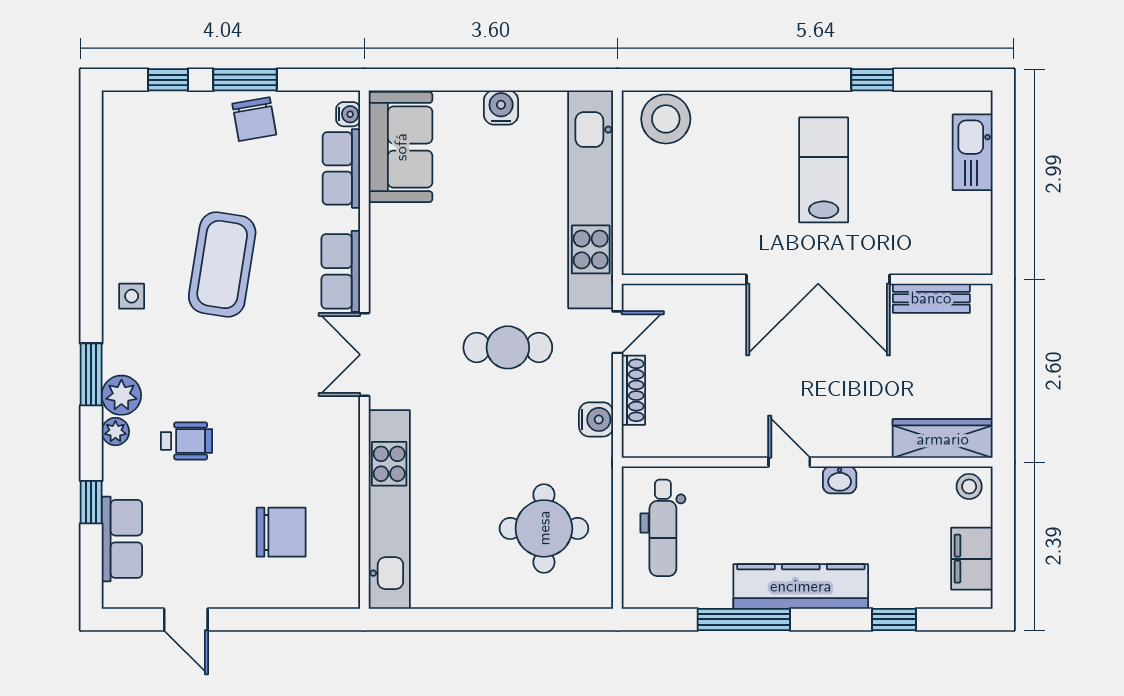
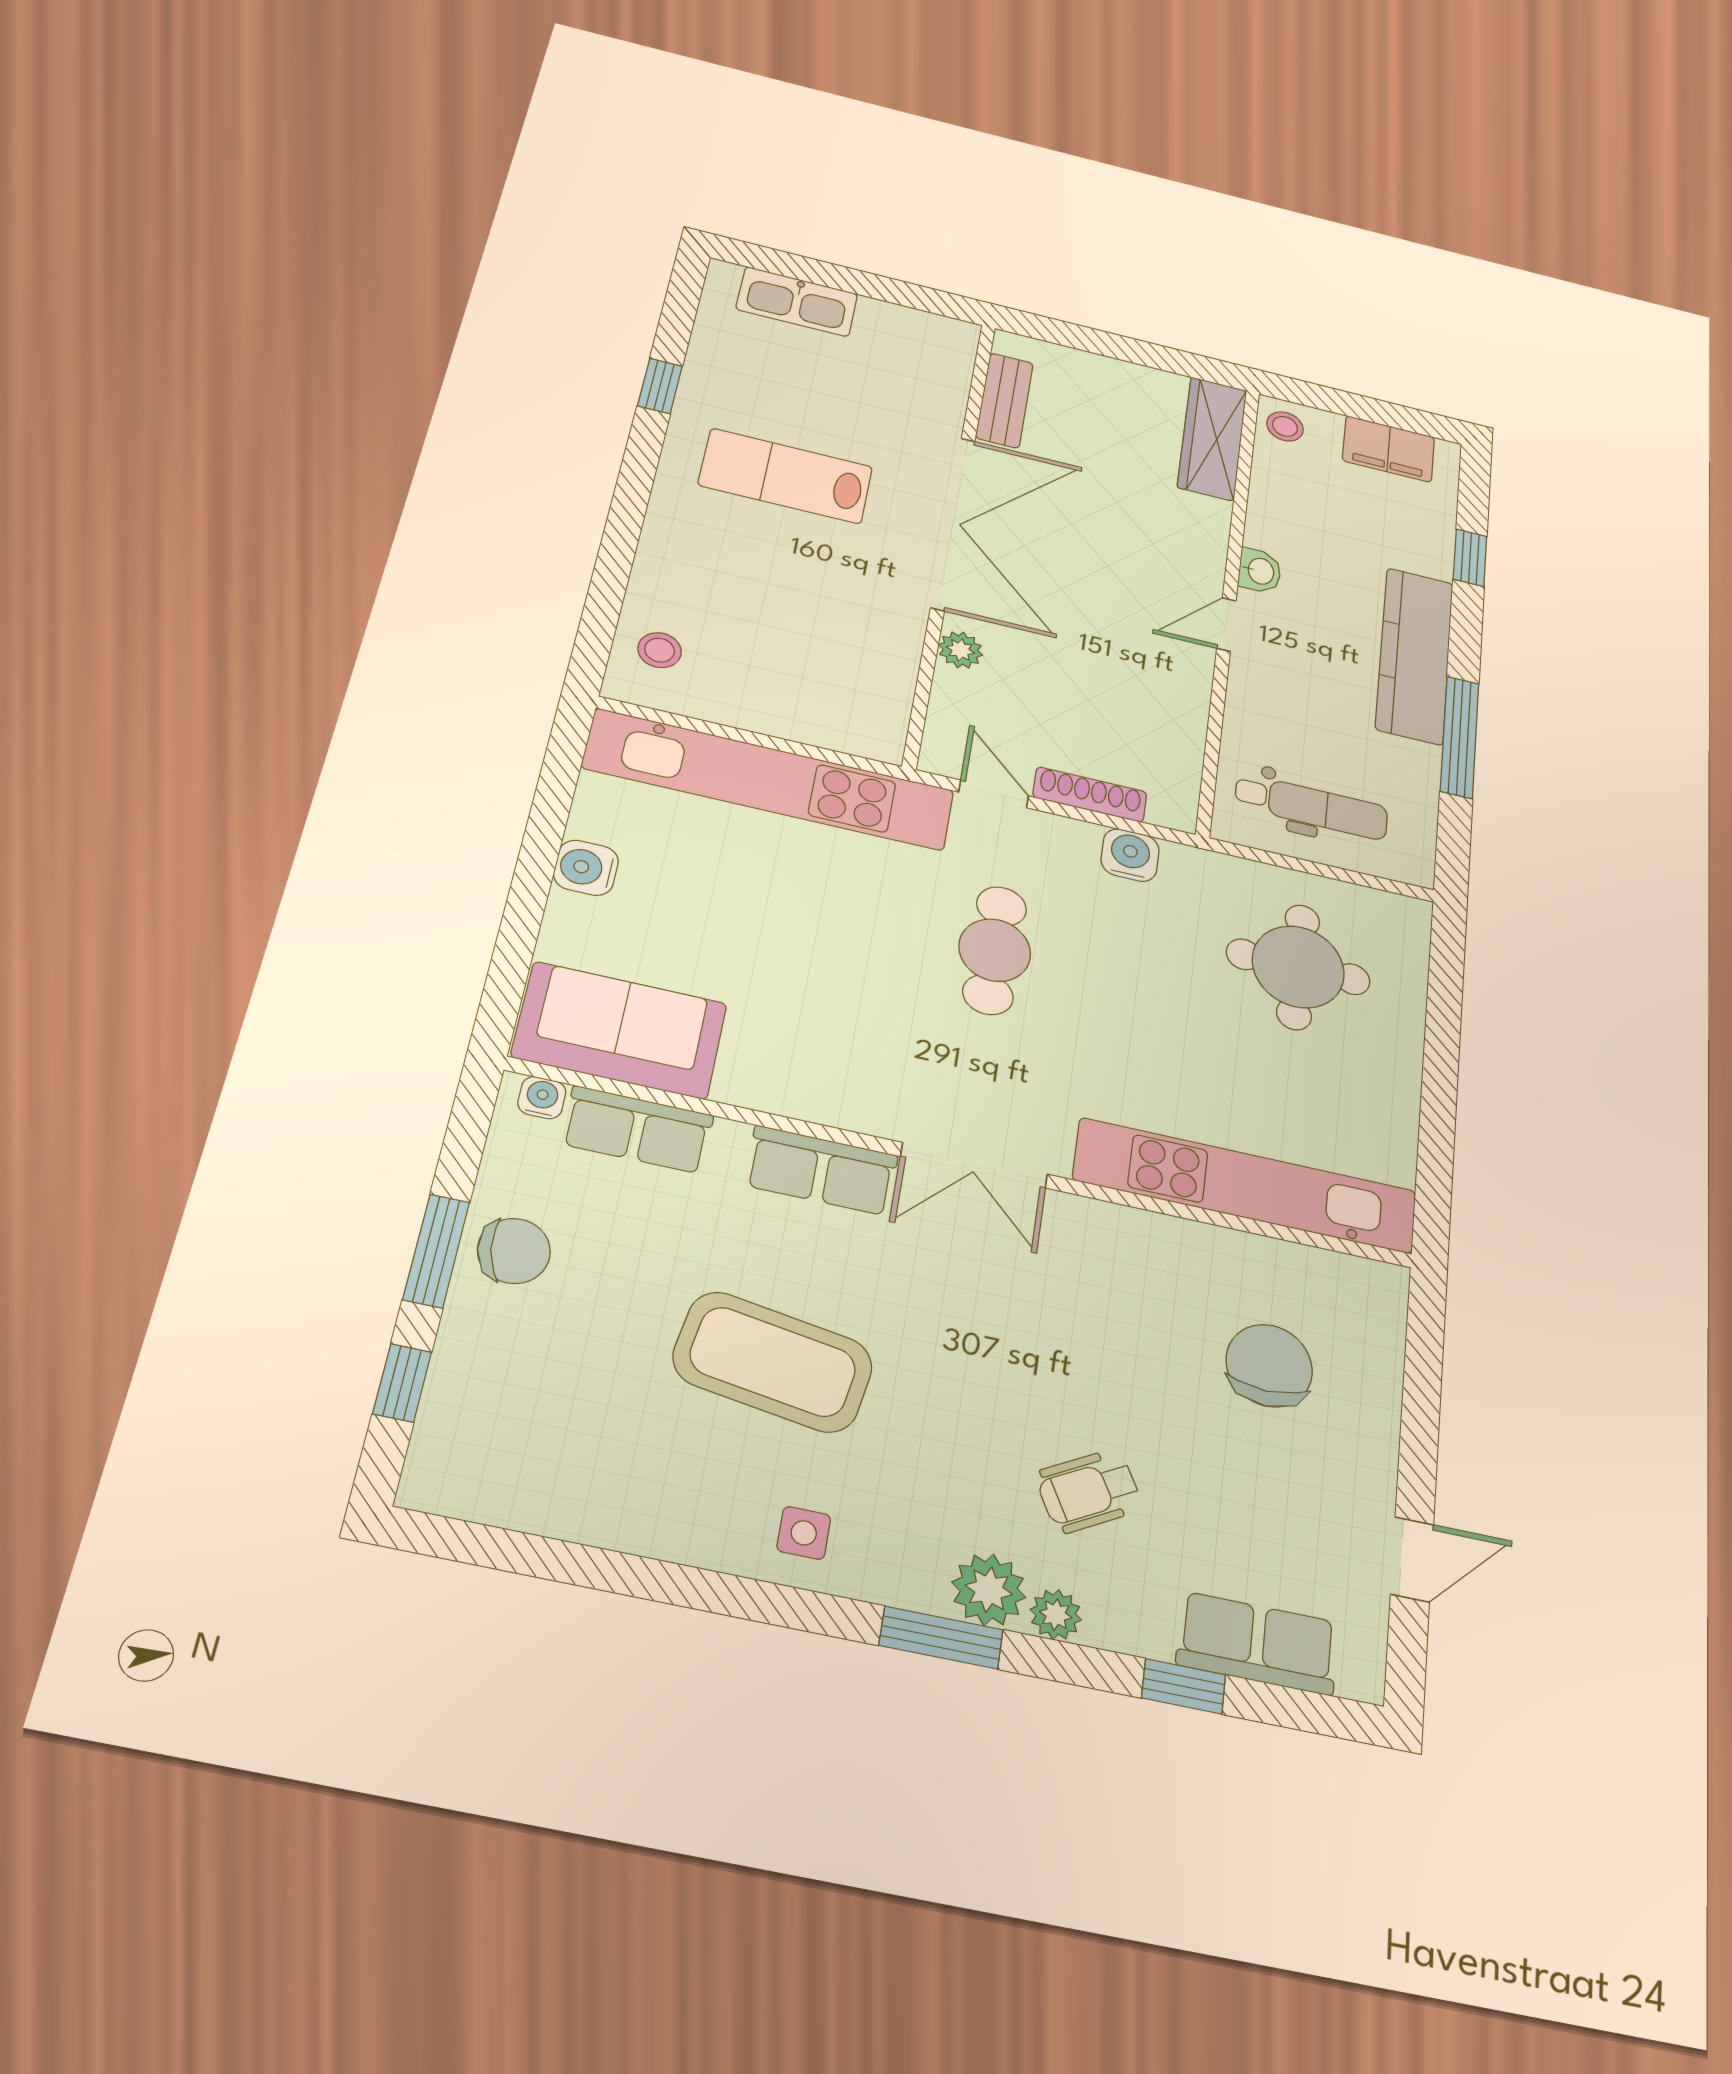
stool: (666, 119) -> (660, 650), width x0.53, depth x0.53
plant: (719, 298) -> (960, 650), added
wheelchair: (187, 441) -> (1089, 1491), turned -119

